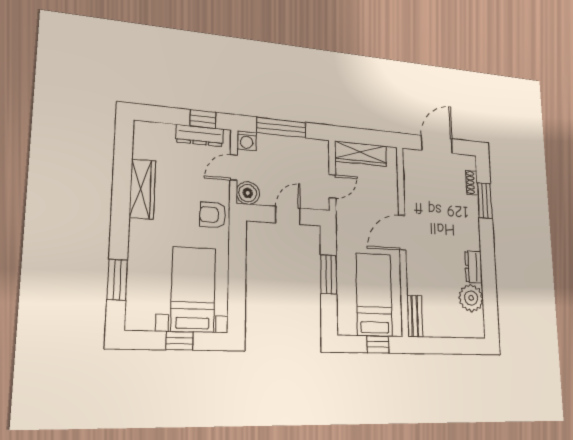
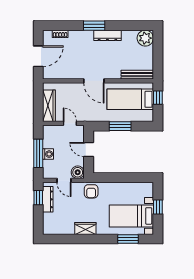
washing machine: (247, 141) -> (48, 154), moved
door: (437, 144) -> (38, 56), swing flipped
wardrobe: (142, 189) -> (85, 228), width x0.67
window: (485, 201) -> (94, 26), moved
dresser: (474, 267) -> (107, 35), width x1.44
bed with nightstands: (193, 289) -> (131, 216), moved
plant: (471, 298) -> (145, 38), moved
bench: (415, 316) -> (137, 75), width x1.36

